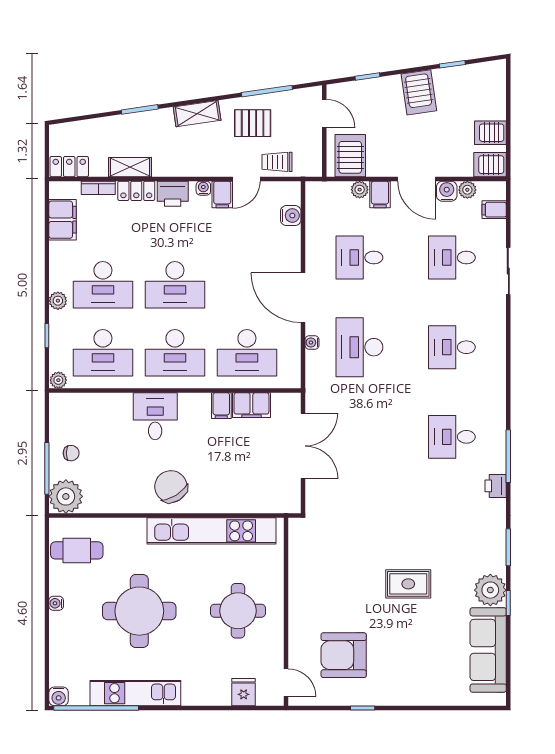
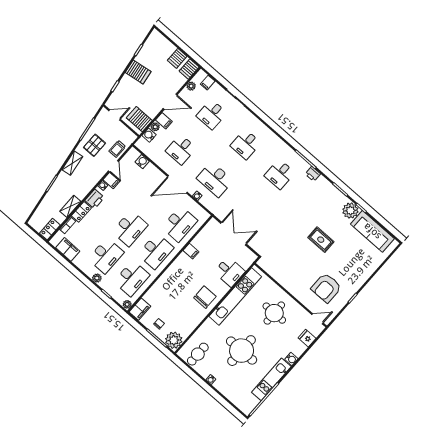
water cooler: (447, 191) -> (149, 135), moved
filing cabinet: (251, 405) -> (140, 309), moved
desk: (155, 416) -> (229, 272), moved, turned 180
chair: (171, 487) -> (205, 297), turned 122
rug: (408, 584) -> (321, 240), turned 90
water cooler: (59, 696) -> (291, 359), moved

